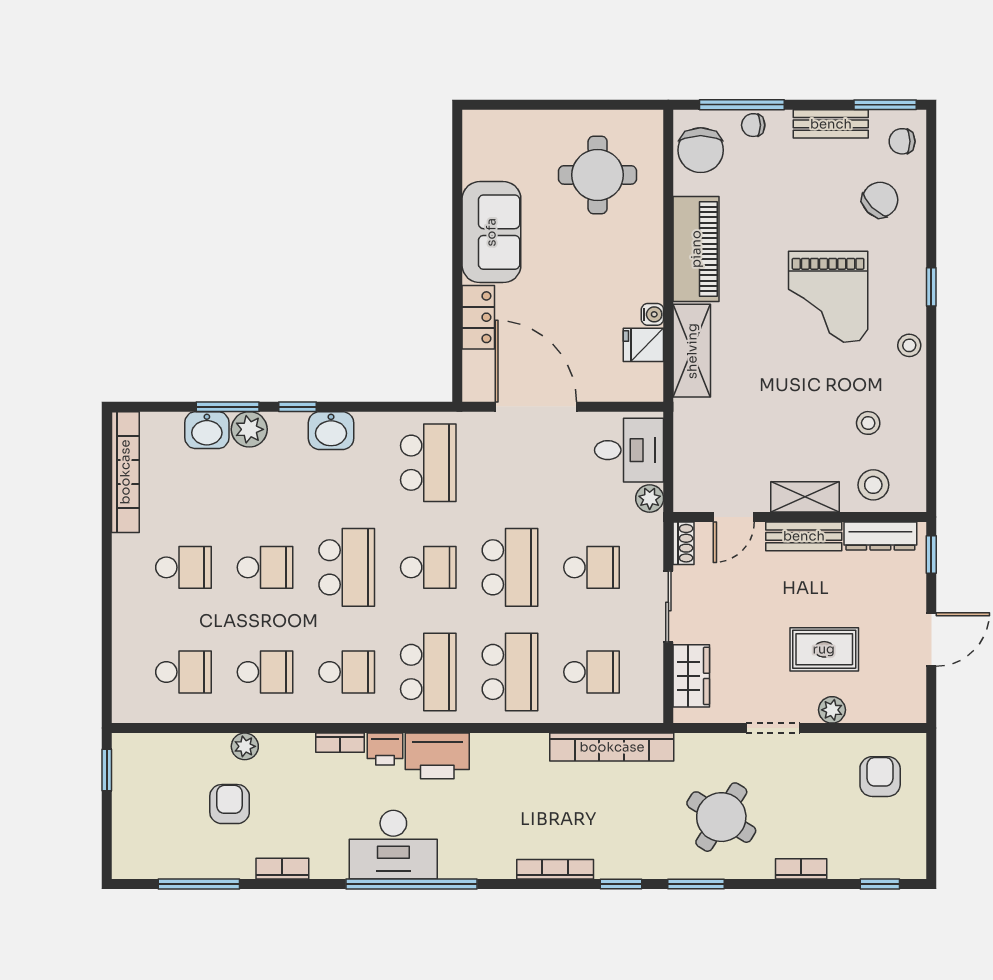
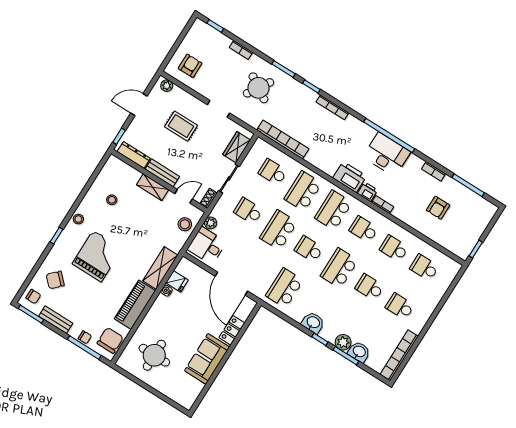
stool: (873, 485) -> (185, 224), moved
plant: (832, 710) -> (167, 86), moved
plant: (245, 746) -> (419, 226), removed
armchair: (880, 777) -> (190, 66), turned 180

